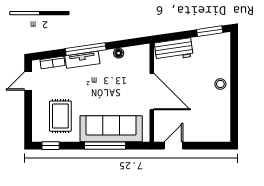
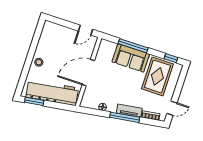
workbench: (174, 50) -> (52, 93), width x1.88, depth x1.32
door: (152, 92) -> (88, 73), hinge flipped
rug: (60, 116) -> (157, 76), width x1.36, depth x1.43
sofa: (111, 129) -> (131, 58), width x0.73

